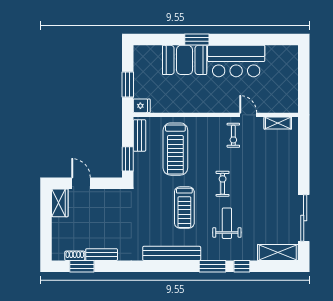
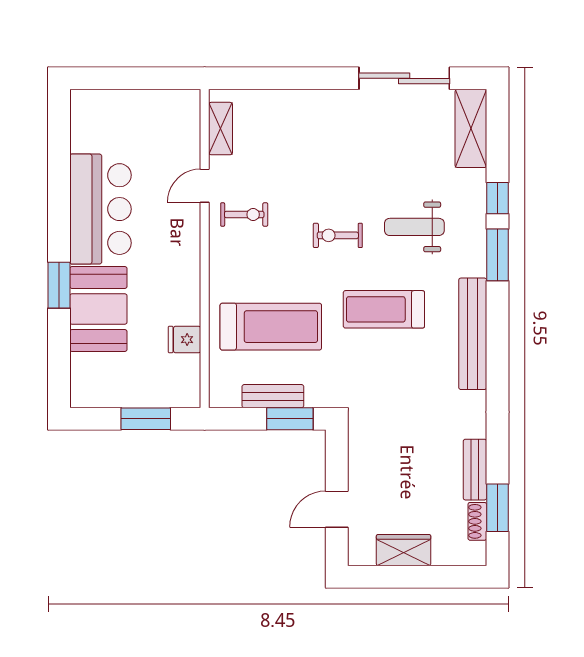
fridge: (142, 106) -> (184, 340), moved, turned -90
bench: (139, 135) -> (273, 396), moved
wardrobe: (60, 203) -> (404, 550), moved
treadmill: (184, 208) -> (384, 309), turned 180

